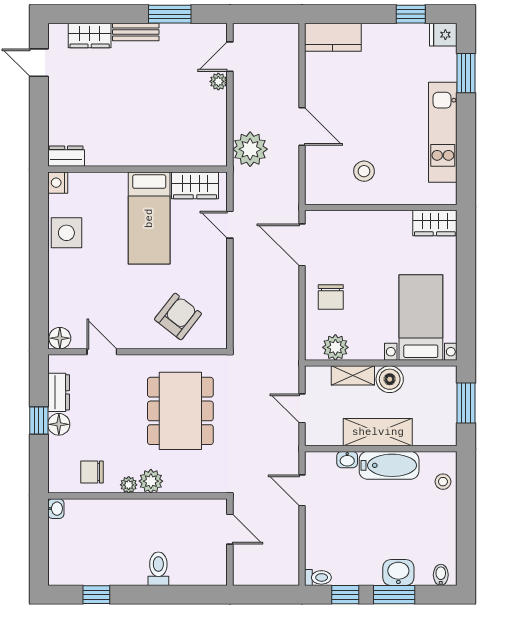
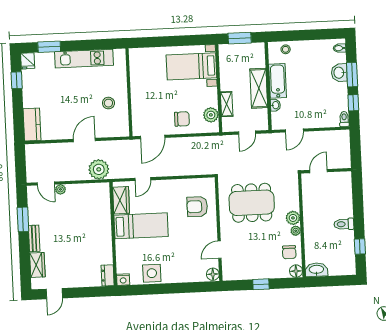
wardrobe: (435, 223) -> (137, 61), removed
armchair: (178, 316) -> (197, 207), turned -38
boiler: (390, 379) -> (228, 83), removed
dresser: (59, 392) -> (244, 273), removed
floor lamp: (59, 424) -> (296, 271), moved
washbasin: (56, 509) -> (316, 270), width x1.91, depth x1.45
toilet: (158, 569) -> (344, 224), moved

